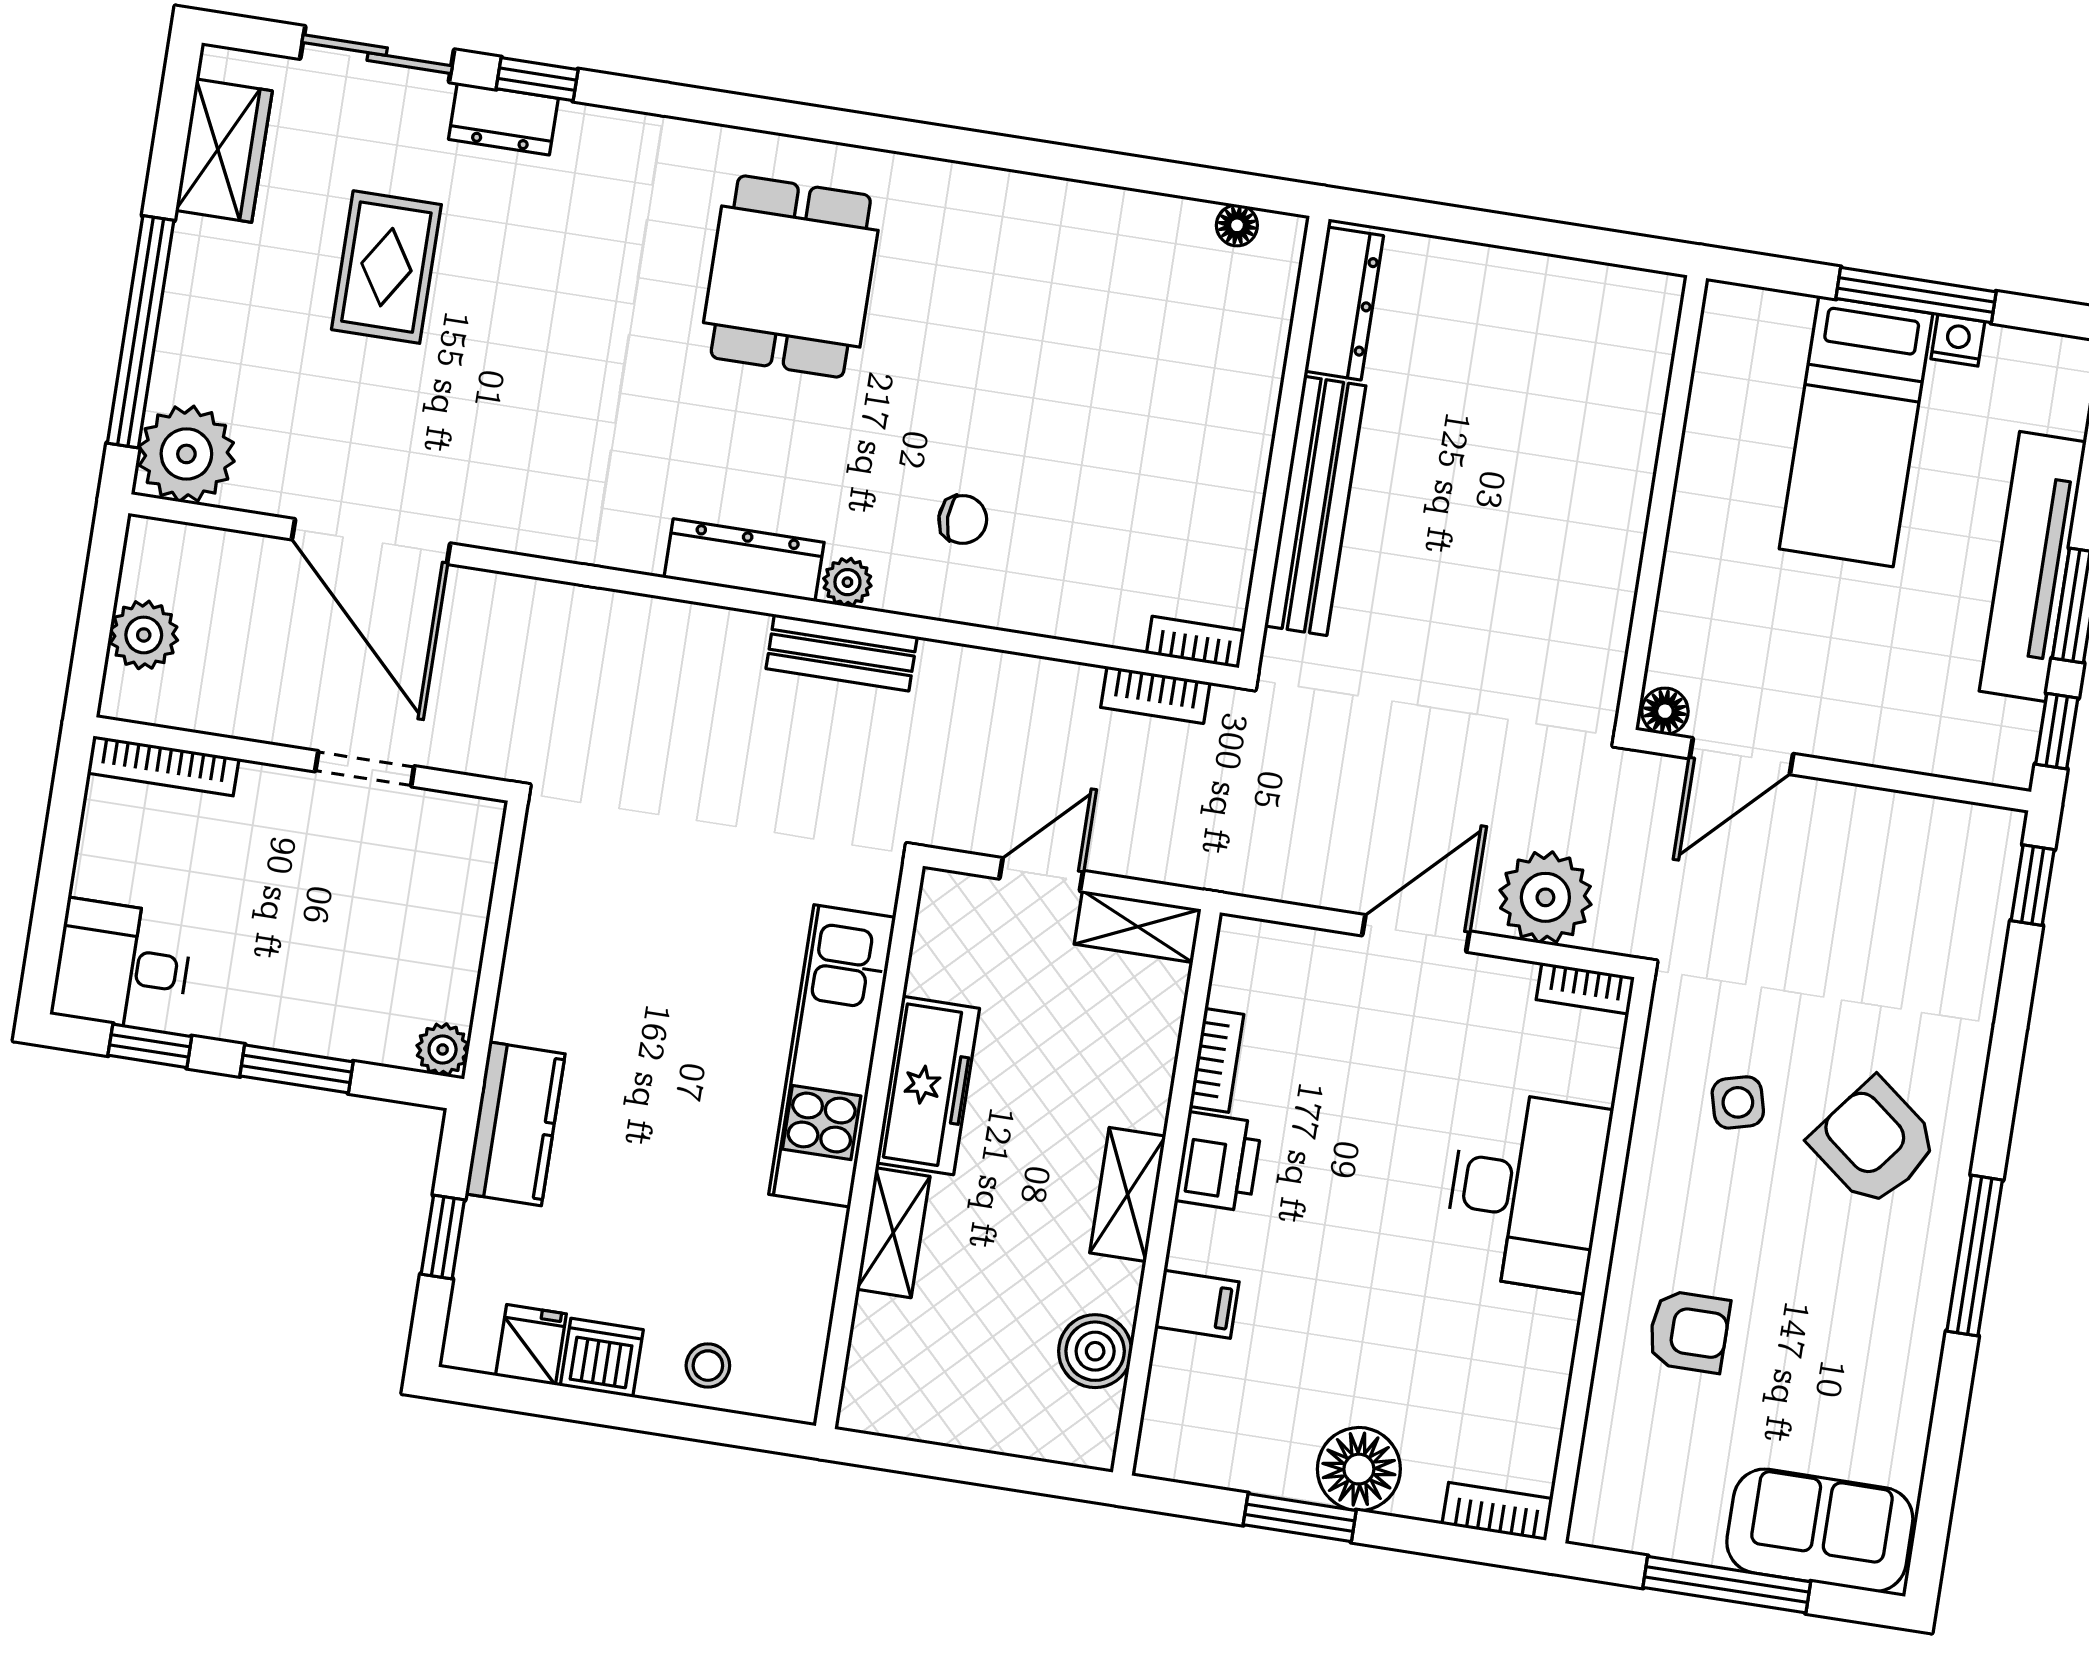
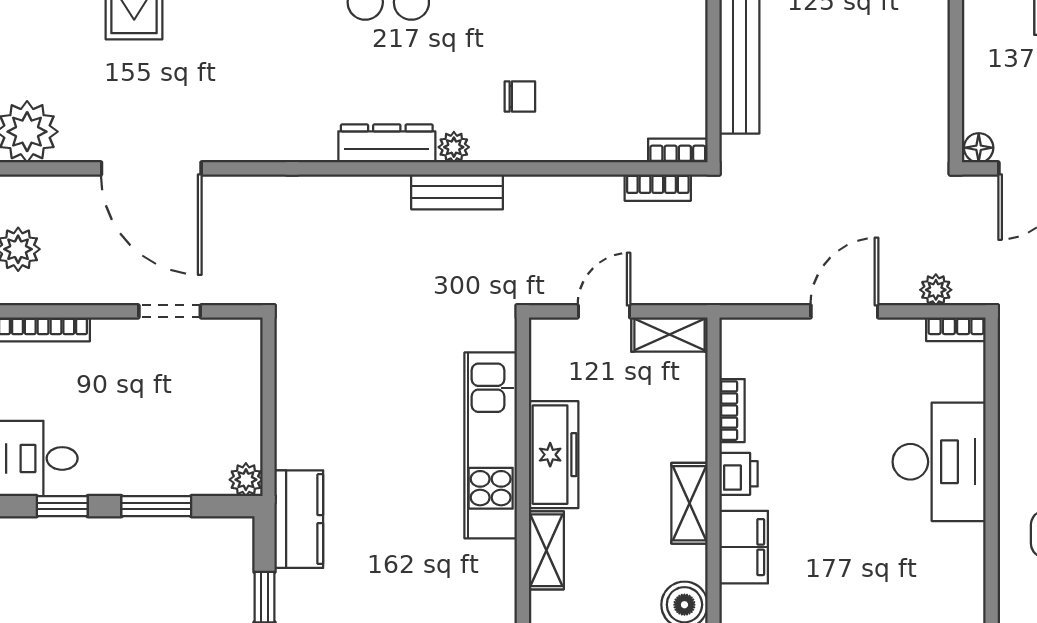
plant: (1545, 897) -> (936, 290), width x0.53, depth x0.53
printer: (1218, 1162) -> (739, 474), width x0.73, depth x0.81
filing cabinet: (1197, 1304) -> (744, 547), width x2.00

